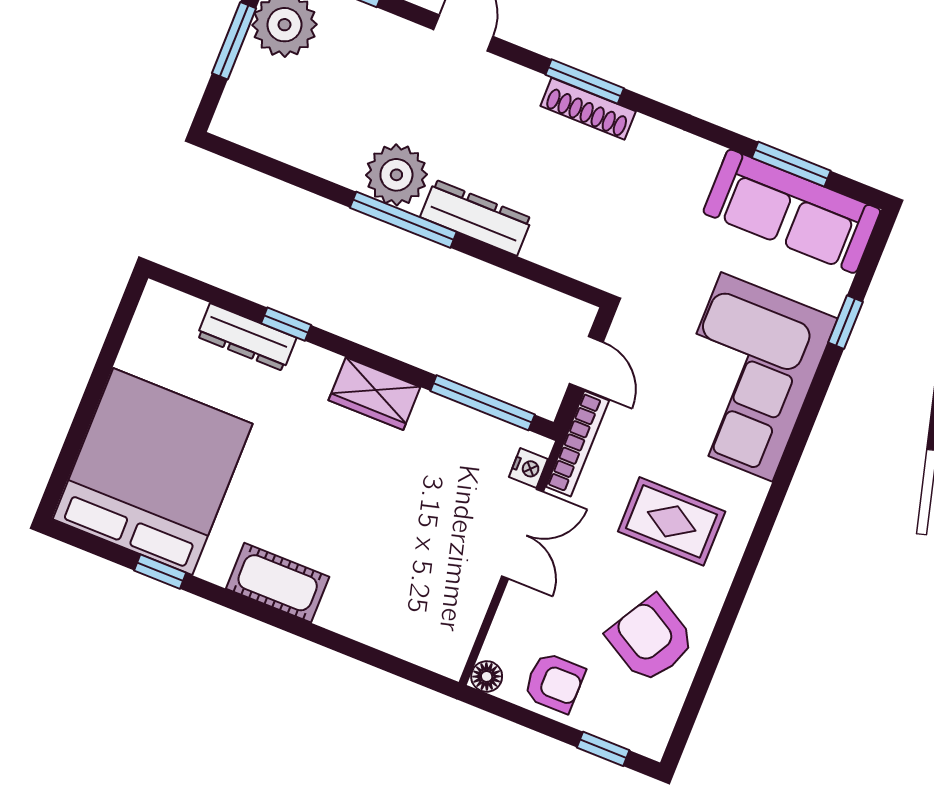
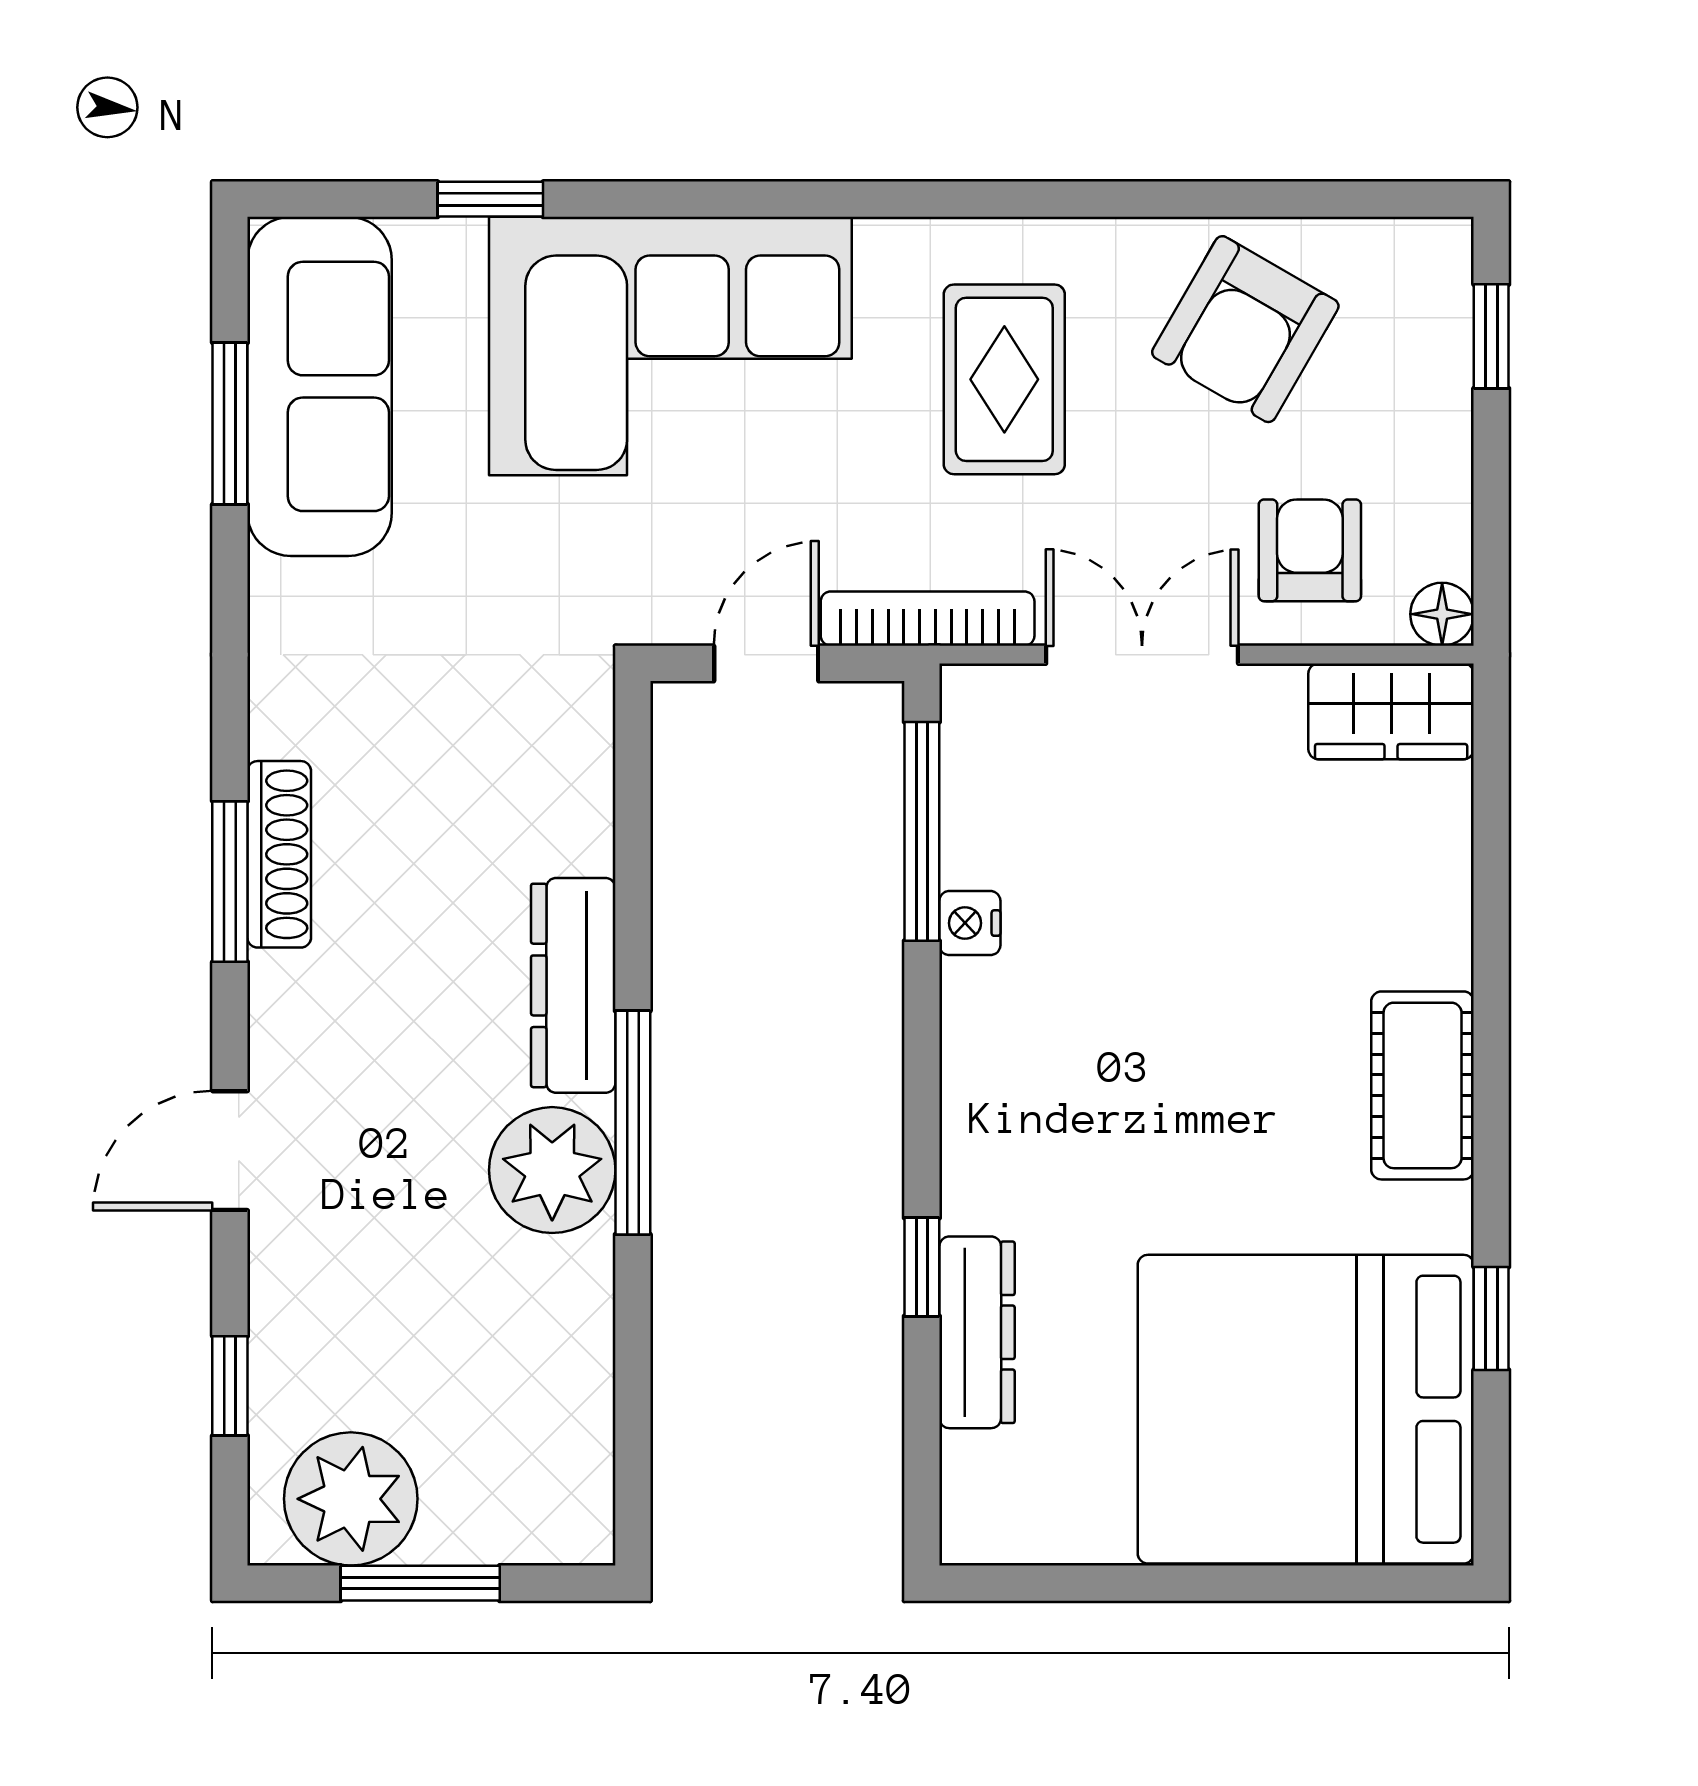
wardrobe: (374, 394) -> (1391, 711), moved, turned 90
nightstand: (528, 468) -> (970, 923), moved, turned -90
armchair: (554, 683) -> (1310, 550), moved

